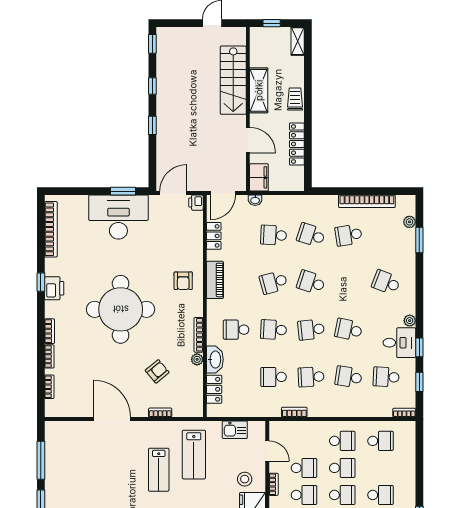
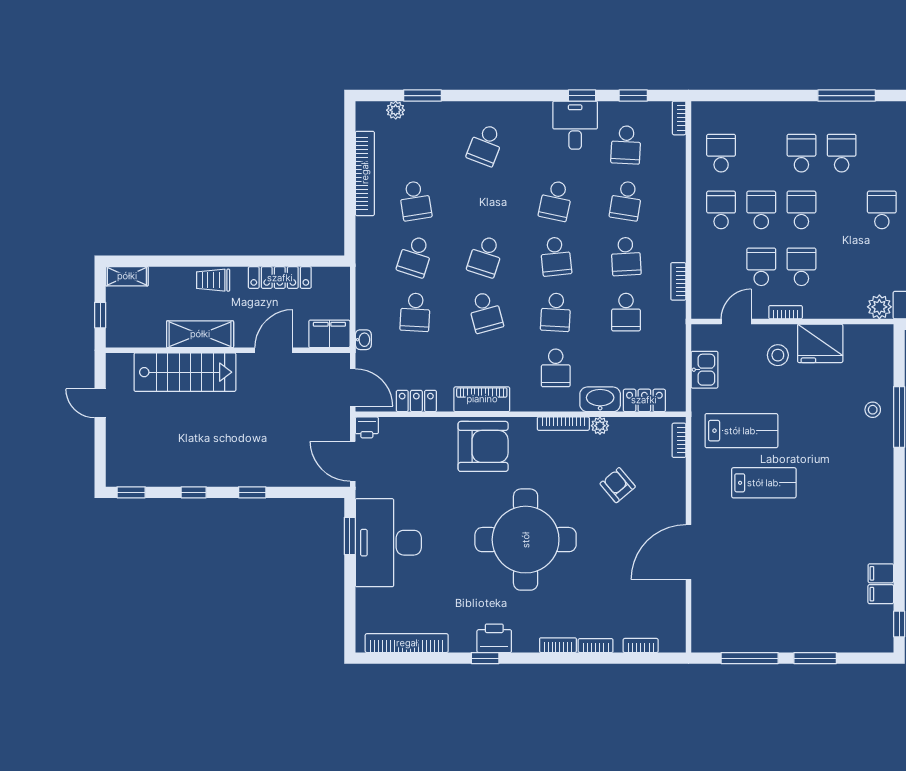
armchair: (183, 281) -> (483, 446), width x1.88, depth x1.88
plant: (410, 321) -> (542, 110), removed
bookcase: (160, 413) -> (679, 440), moved

